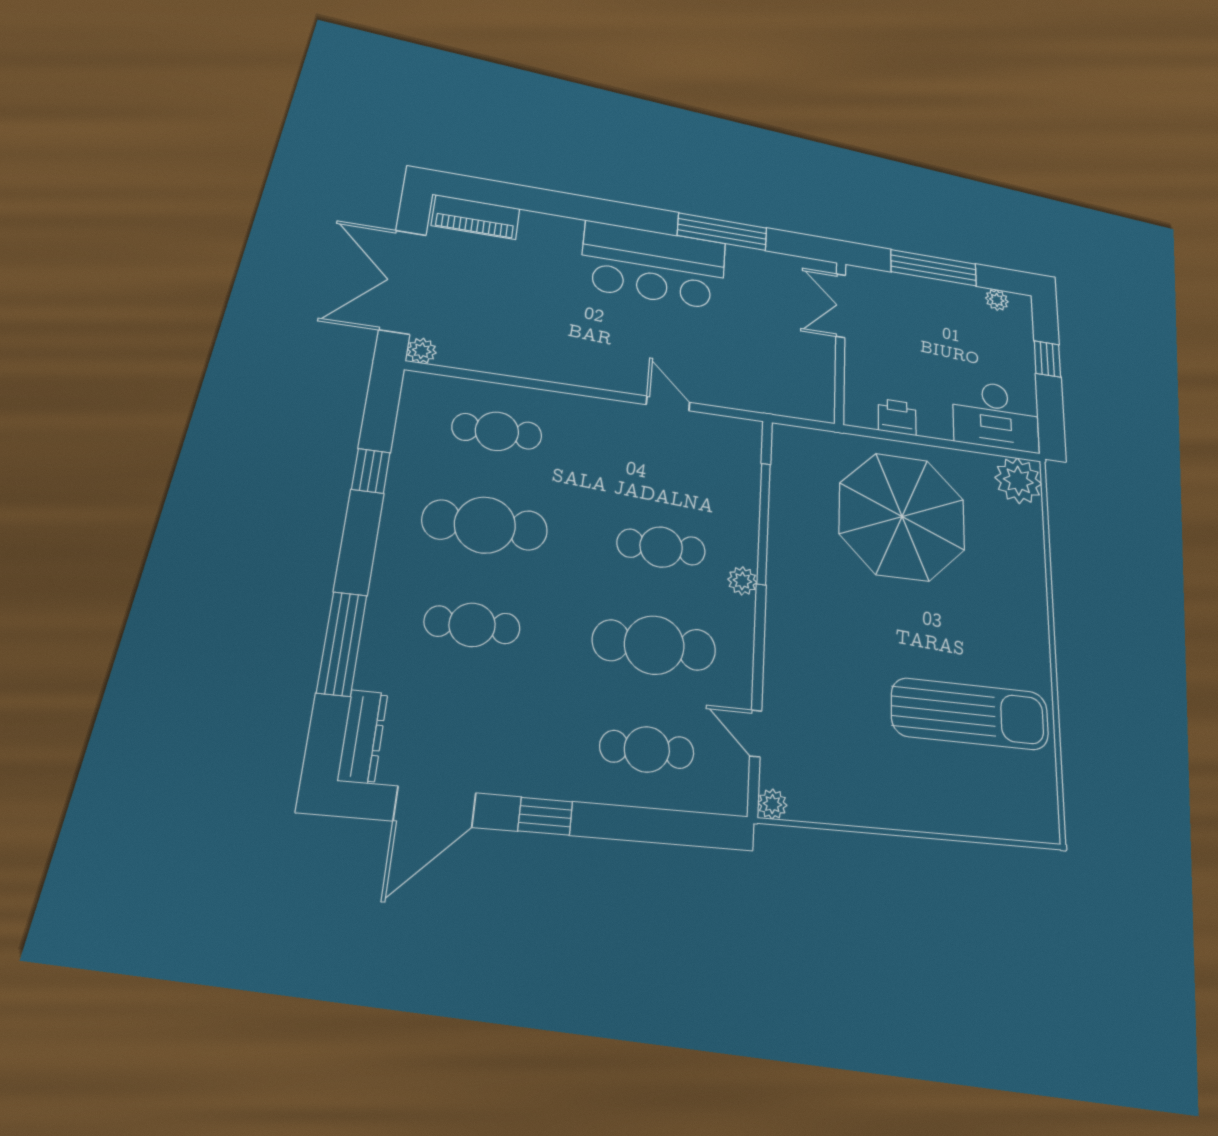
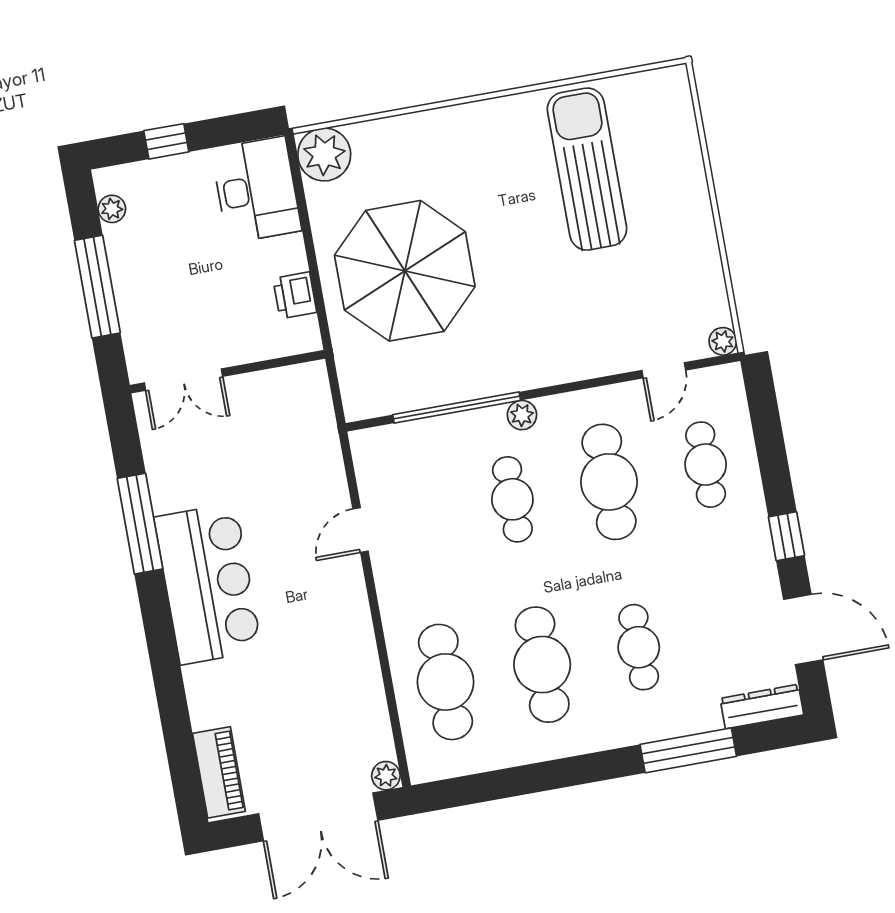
cafe table: (497, 431) -> (446, 682), width x1.37, depth x1.35
window: (371, 471) -> (523, 780), removed

